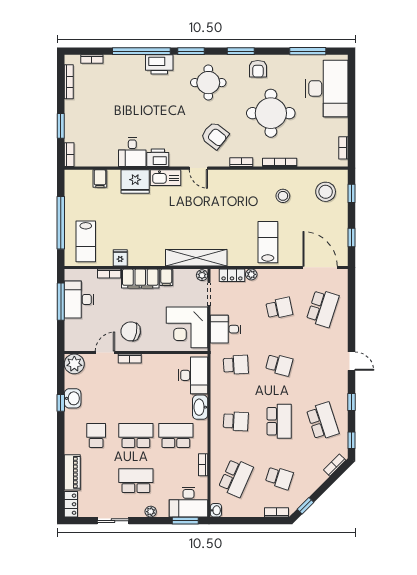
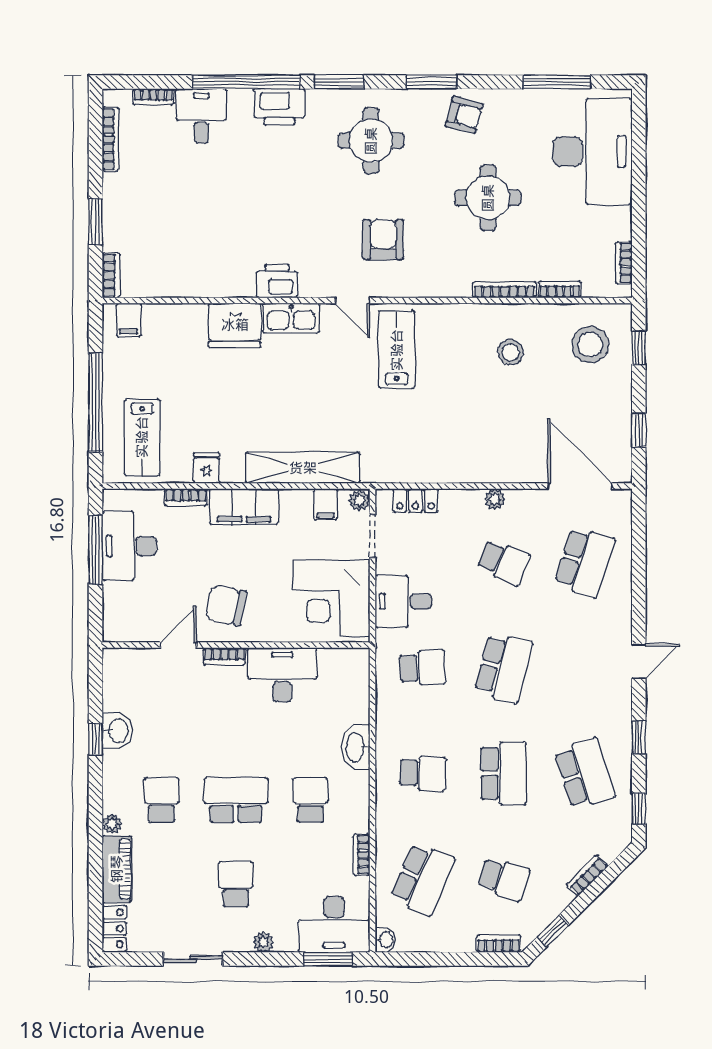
armchair: (258, 69) -> (464, 115), turned -75
round table: (271, 113) -> (488, 198), width x0.73, depth x0.73
armchair: (215, 136) -> (383, 240), turned -128
desk: (132, 152) -> (201, 116), moved, turned 180
bookcase: (241, 162) -> (560, 289), moved
filing cabinet: (100, 179) -> (129, 320), moved
lab bench: (268, 242) -> (397, 350), moved
shelving: (196, 258) -> (303, 468), moved
plant: (251, 274) -> (495, 499), moved
filing cabinet: (166, 277) -> (326, 504), moved
school desk: (279, 308) -> (504, 562), turned 36
door: (352, 361) -> (639, 661), hinge flipped
plant: (74, 364) -> (112, 824), moved, width x0.53, depth x0.53
school desk: (279, 365) -> (504, 668), width x1.85
desk: (193, 375) -> (282, 675), moved, turned -90
school desk: (176, 436) -> (310, 800), width x0.54
bookcase: (335, 465) -> (587, 875), moved
school desk: (136, 481) -> (236, 884), width x0.54

